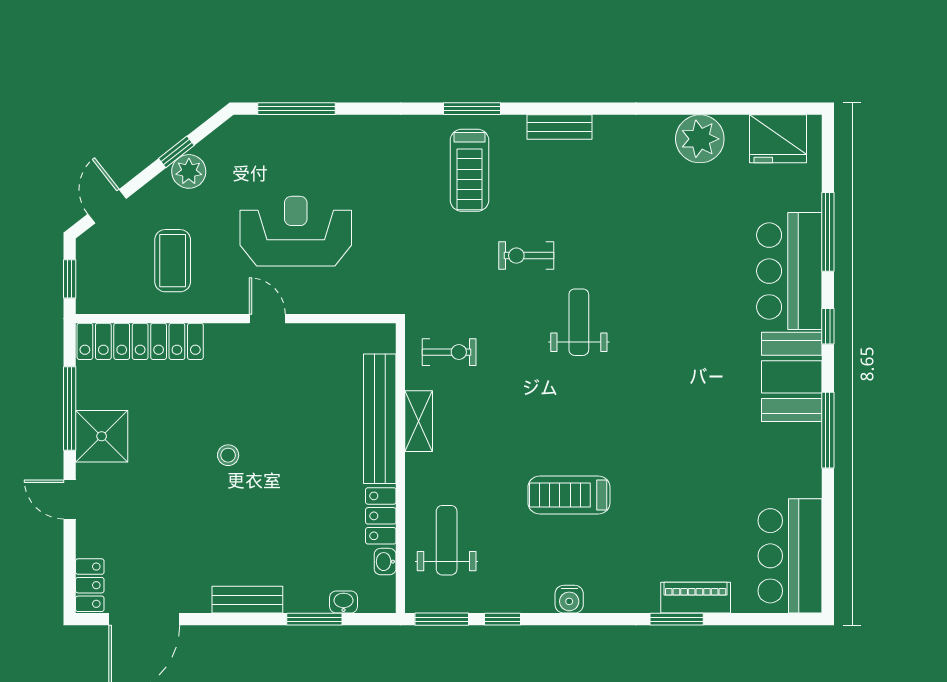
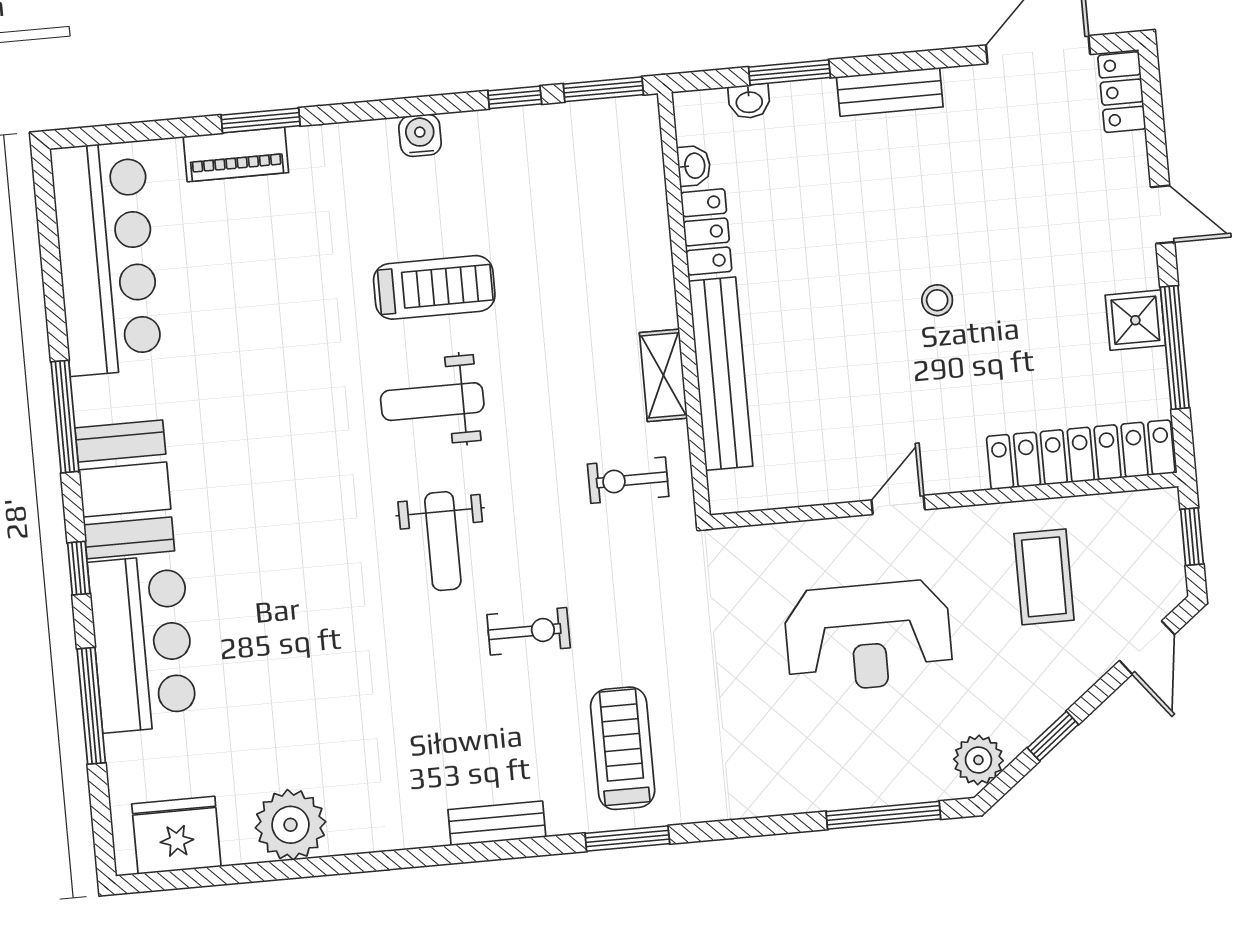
plant: (189, 171) -> (978, 760), moved
door: (267, 319) -> (898, 505), swing flipped
shower: (102, 436) -> (1135, 320), width x0.73, depth x0.73
weight bench: (447, 540) -> (432, 402), moved, turned 90
bar counter: (790, 556) -> (106, 258), width x1.36

